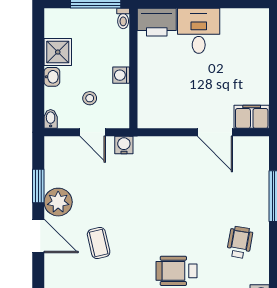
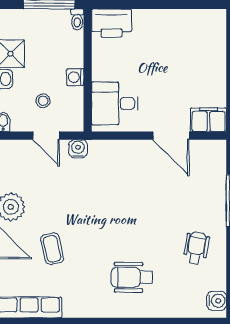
desk: (199, 31) -> (115, 103), moved, turned -90

